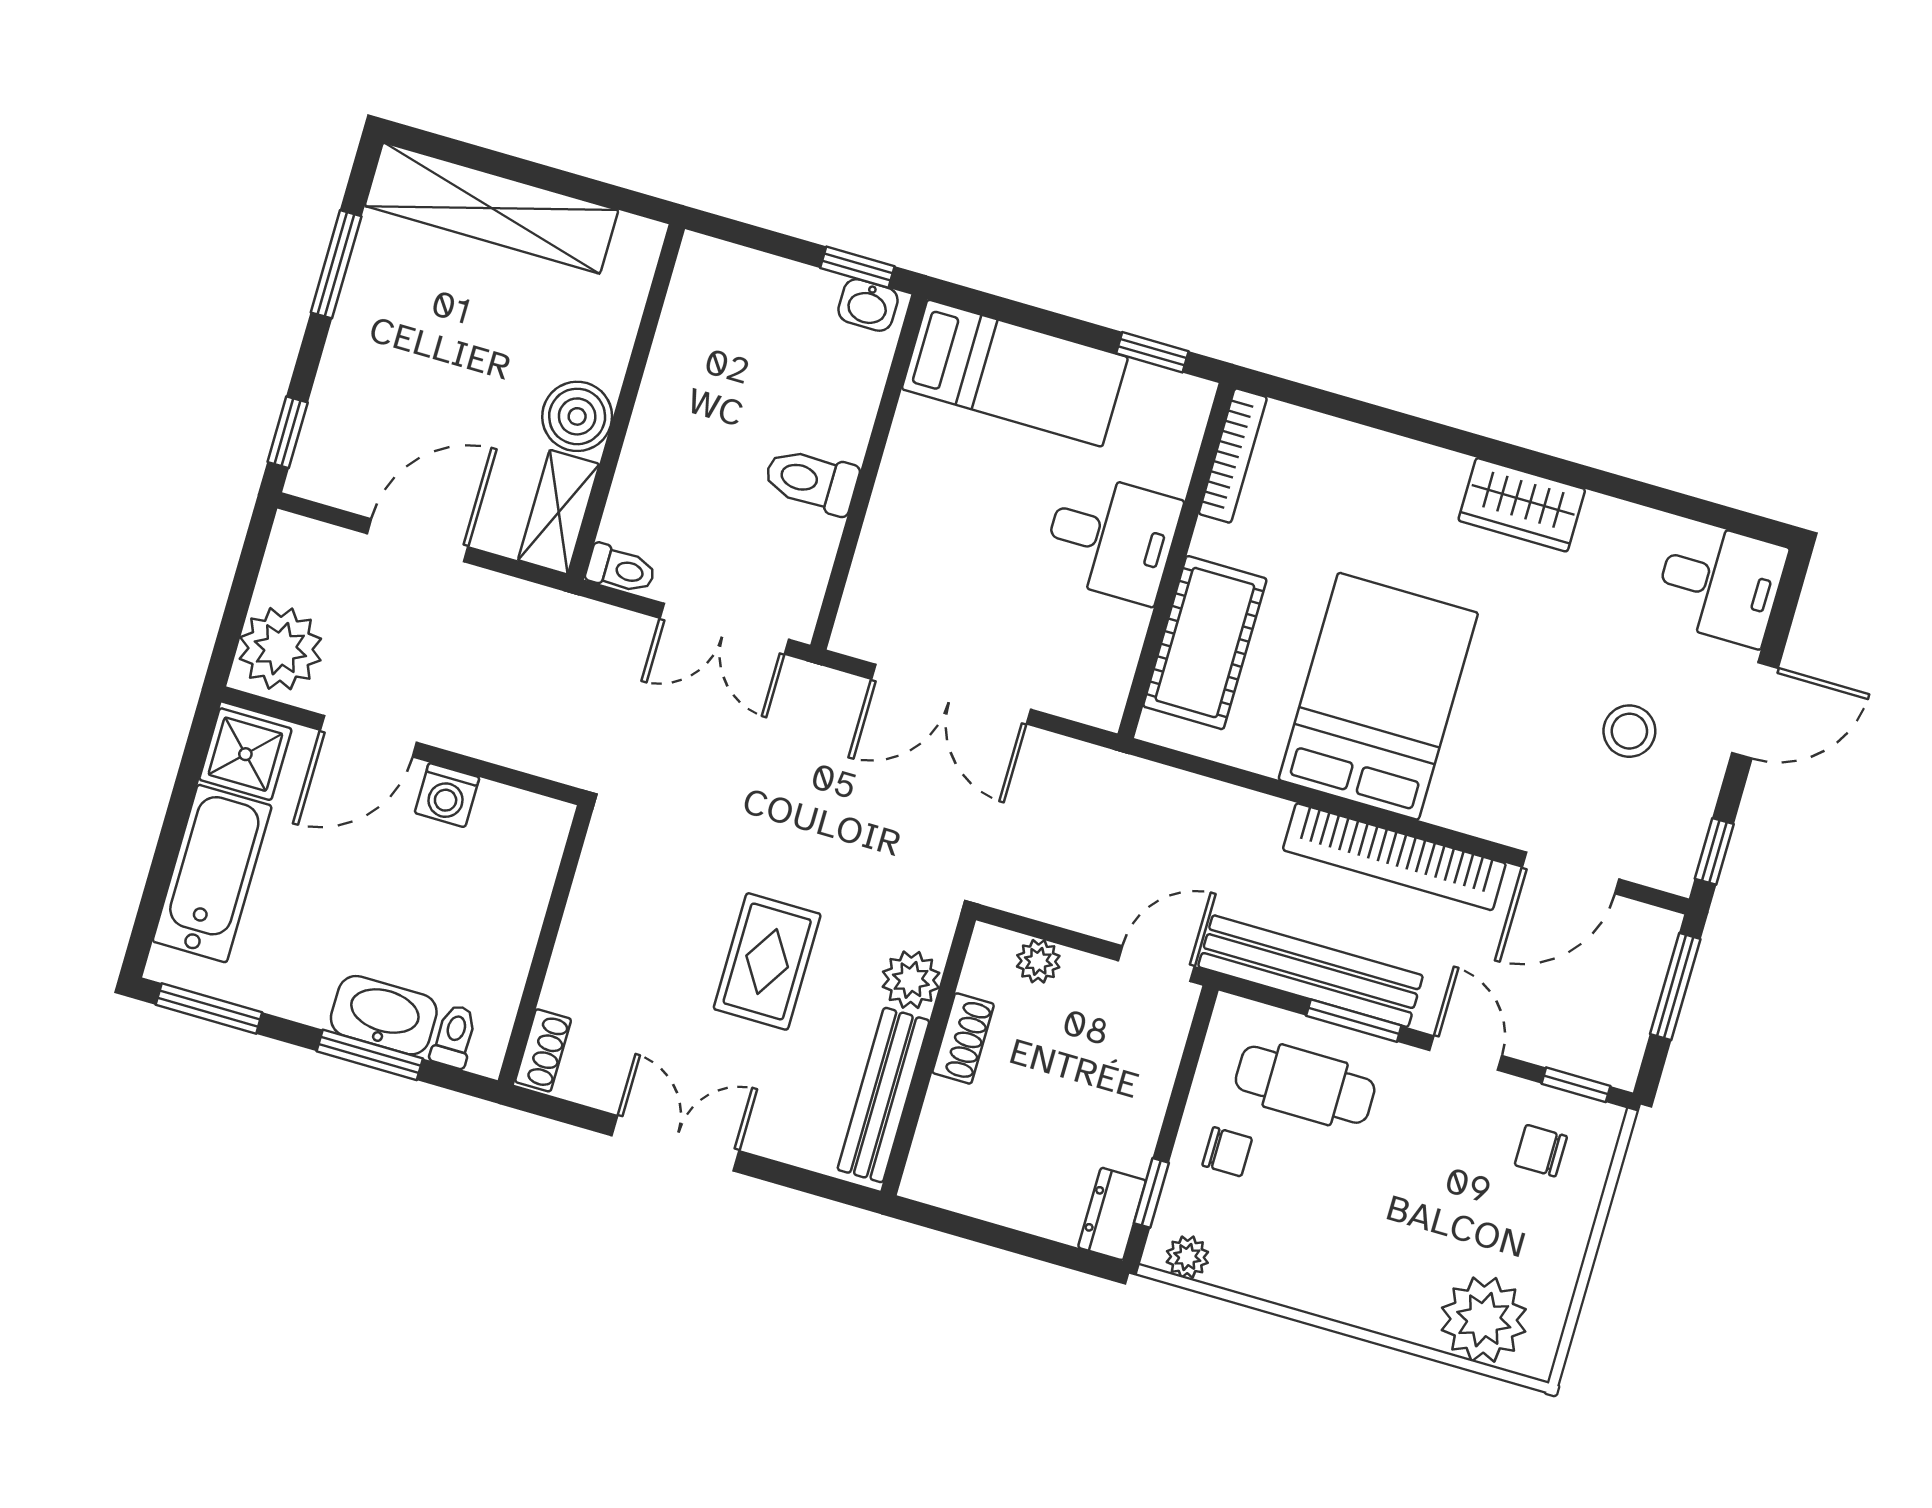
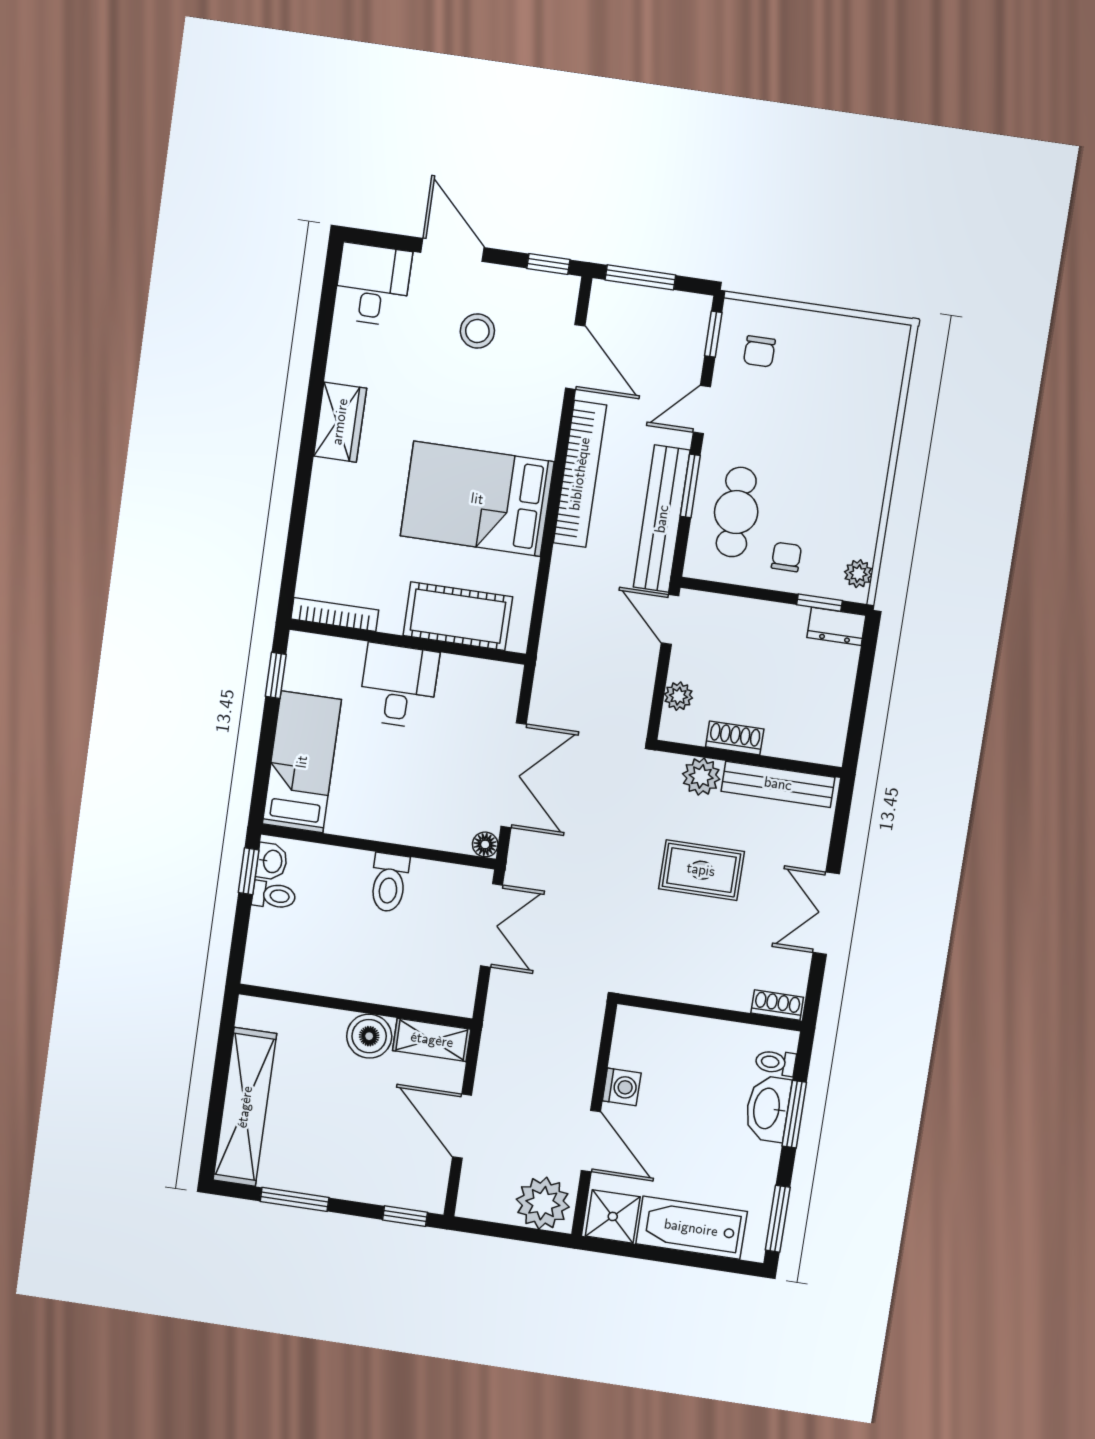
toilet: (621, 569) -> (274, 895), moved, turned 90
floor lamp: (851, 636) -> (485, 844), added
plant: (1484, 1320) -> (875, 374), removed

